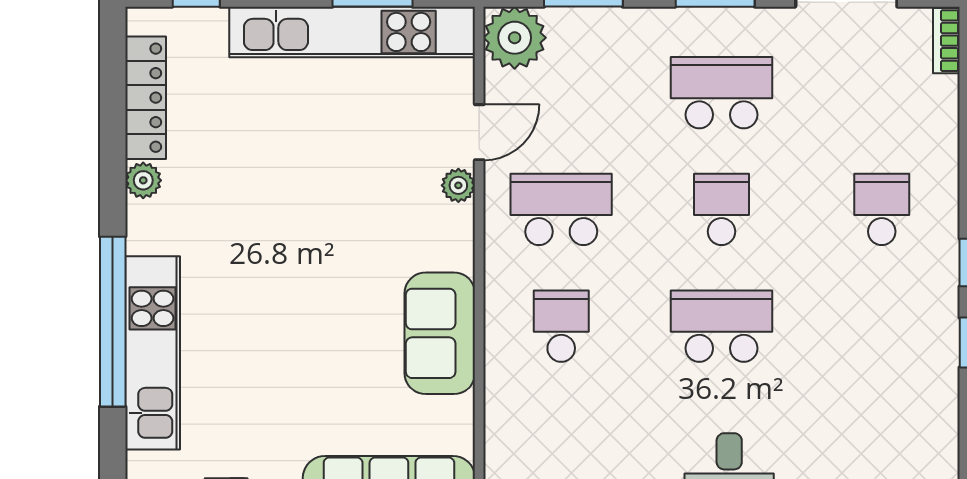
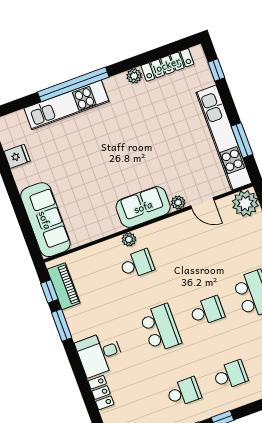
school desk: (561, 209) -> (184, 392), moved, width x0.54
plant: (500, 324) -> (129, 239), added
sofa: (440, 333) -> (143, 207), moved

